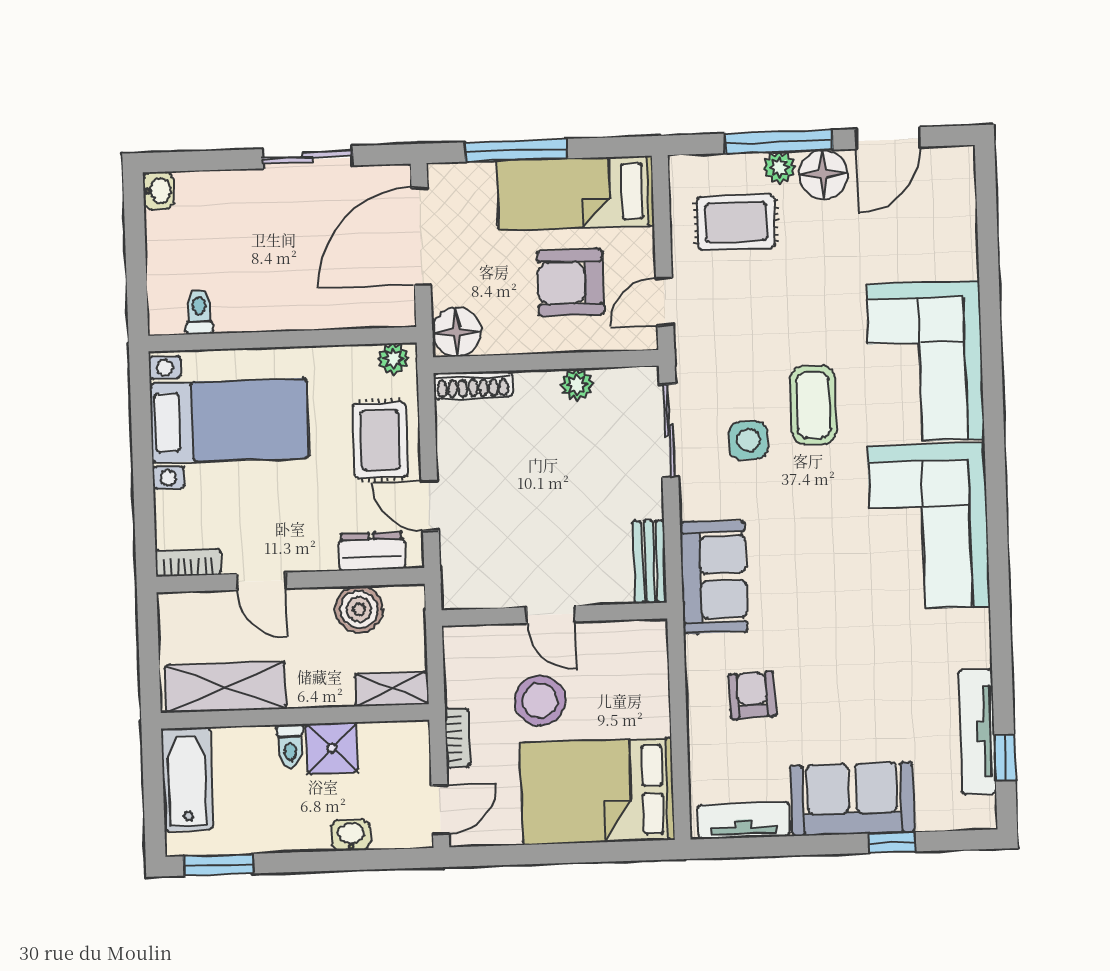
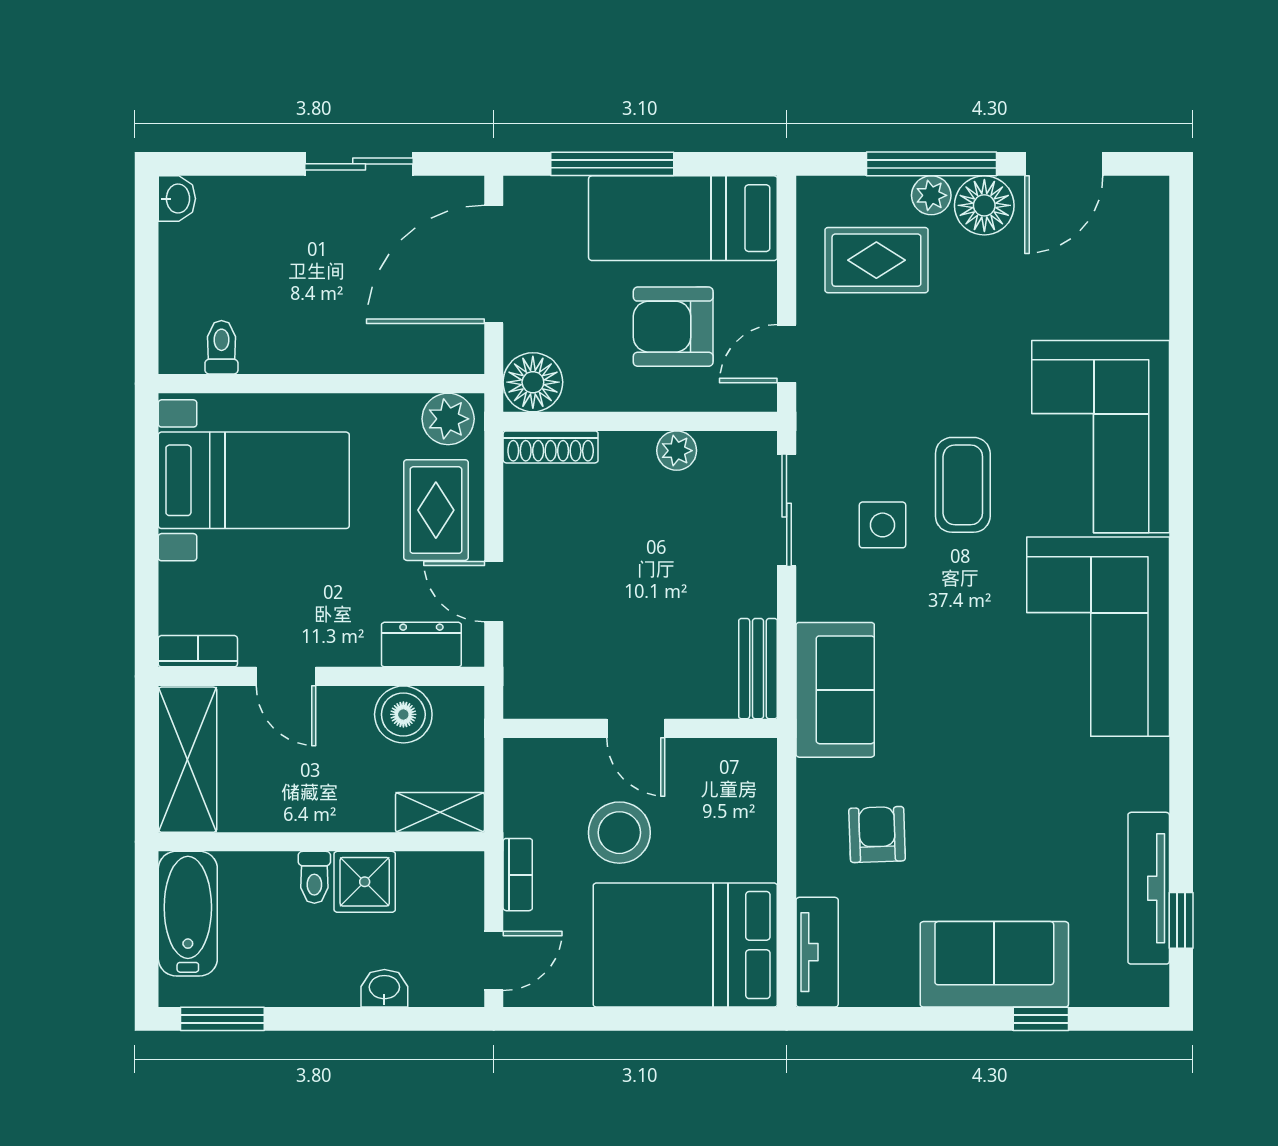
plant: (393, 359) -> (448, 419), width x1.38, depth x1.38
shelving: (226, 687) -> (187, 760), moved, turned 90
tv unit: (744, 820) -> (817, 952), moved, turned 90

